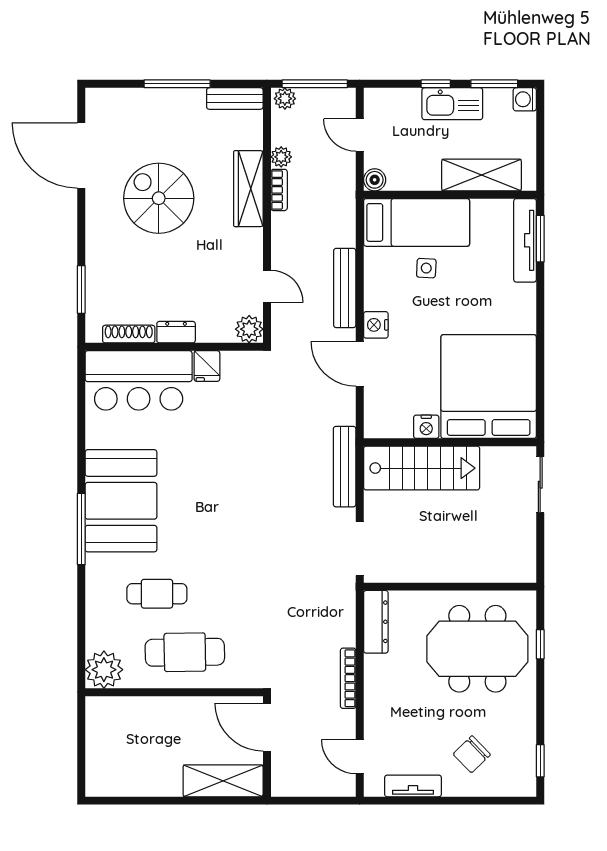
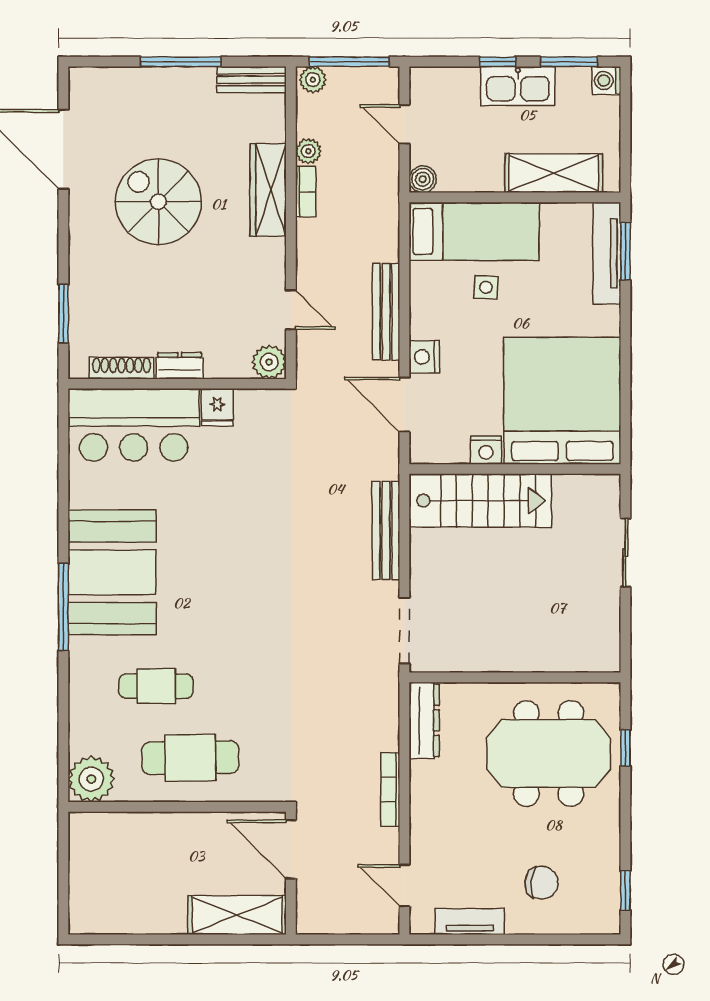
bed: (489, 387) -> (562, 401), moved
nightstand: (426, 427) -> (486, 450), moved
wall: (450, 442) -> (515, 469), moved
stairs: (422, 468) -> (480, 501), moved
chair: (472, 754) -> (542, 883), turned -131

